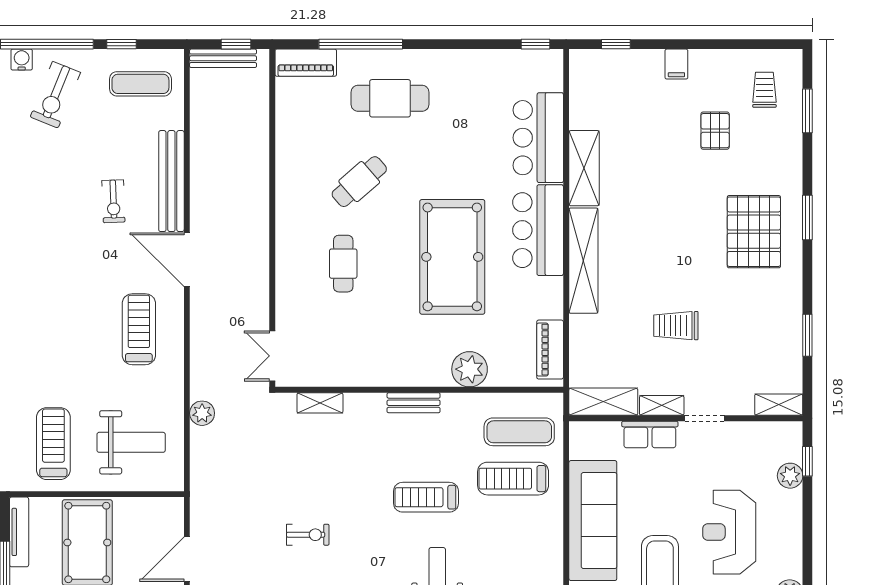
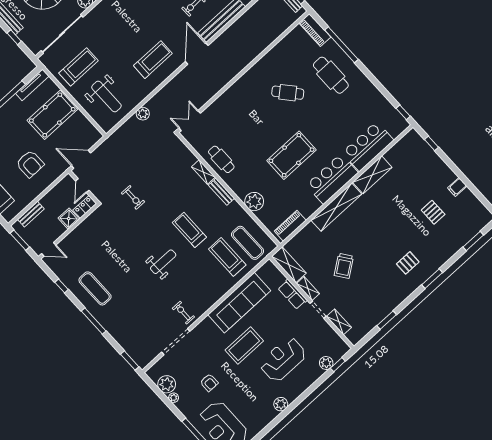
filing cabinet: (676, 64) -> (457, 187), moved
trolley: (764, 90) -> (466, 217), removed
pallet: (715, 131) -> (433, 212), turned 90
pallet: (754, 232) -> (408, 263), width x0.49, depth x0.50
pool table: (452, 257) -> (291, 155), width x0.73, depth x0.76
cafe table: (343, 264) -> (221, 159), moved, turned 90
trolley: (676, 326) -> (344, 266), turned -126
shelving: (320, 403) -> (203, 172), moved
shelving: (779, 405) -> (339, 322), moved

